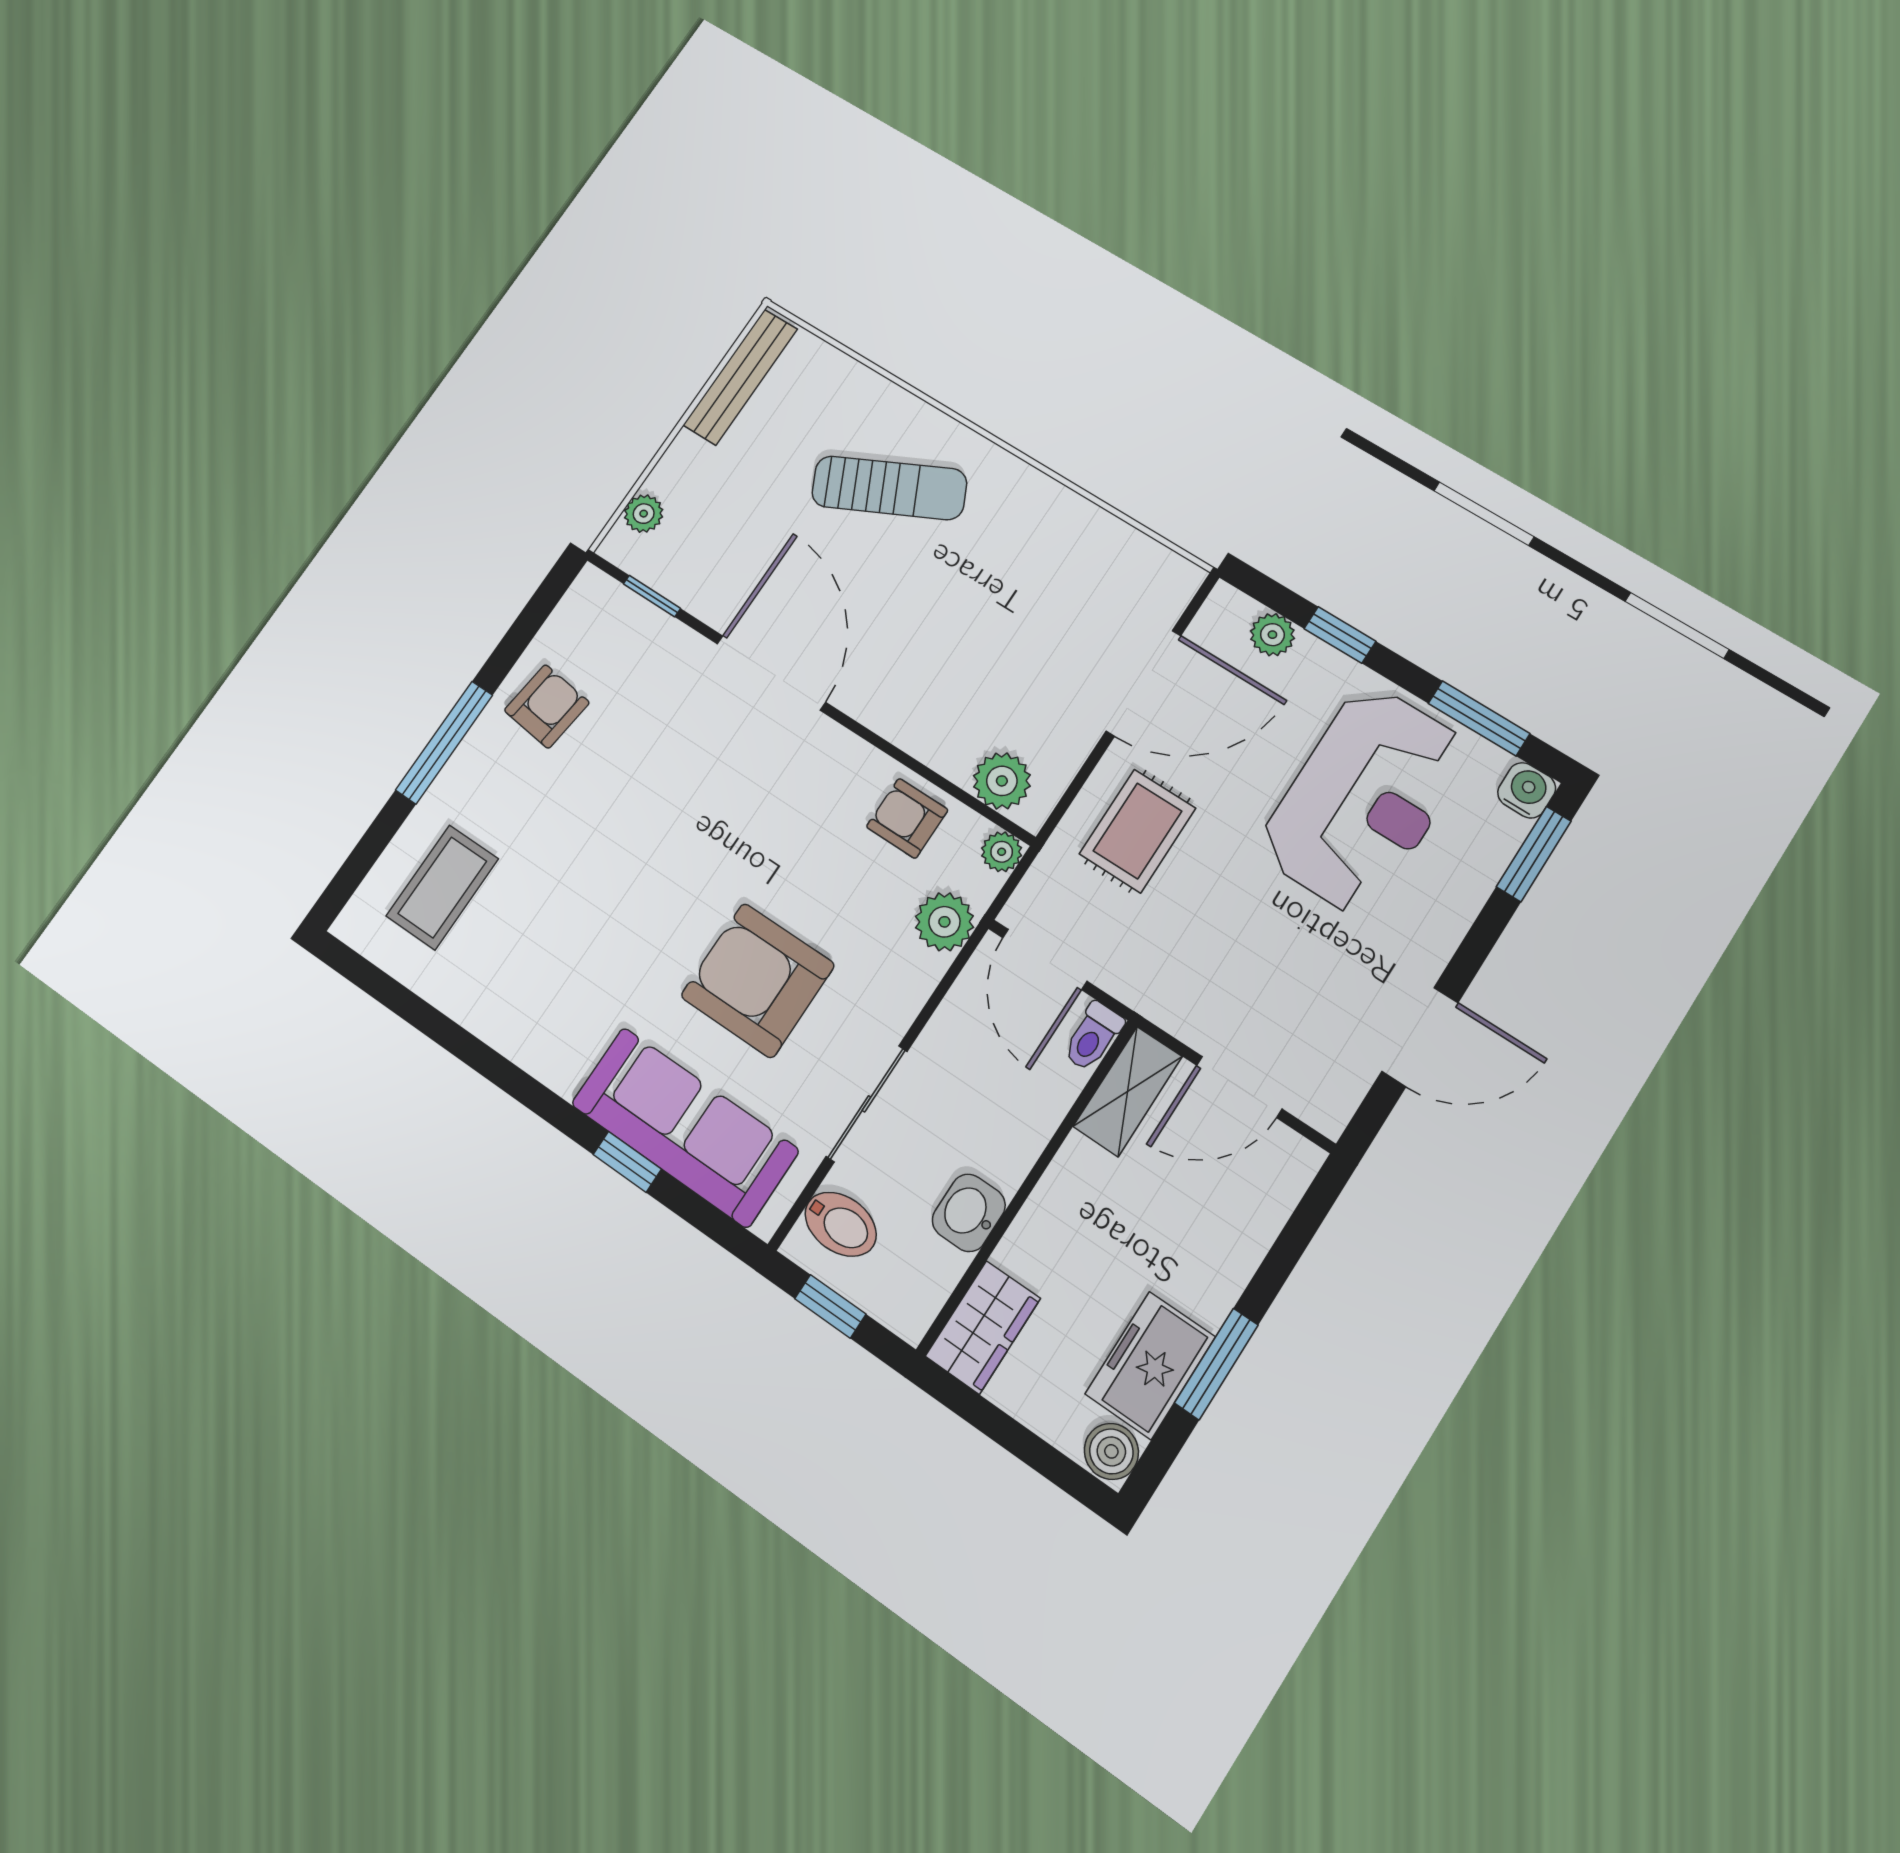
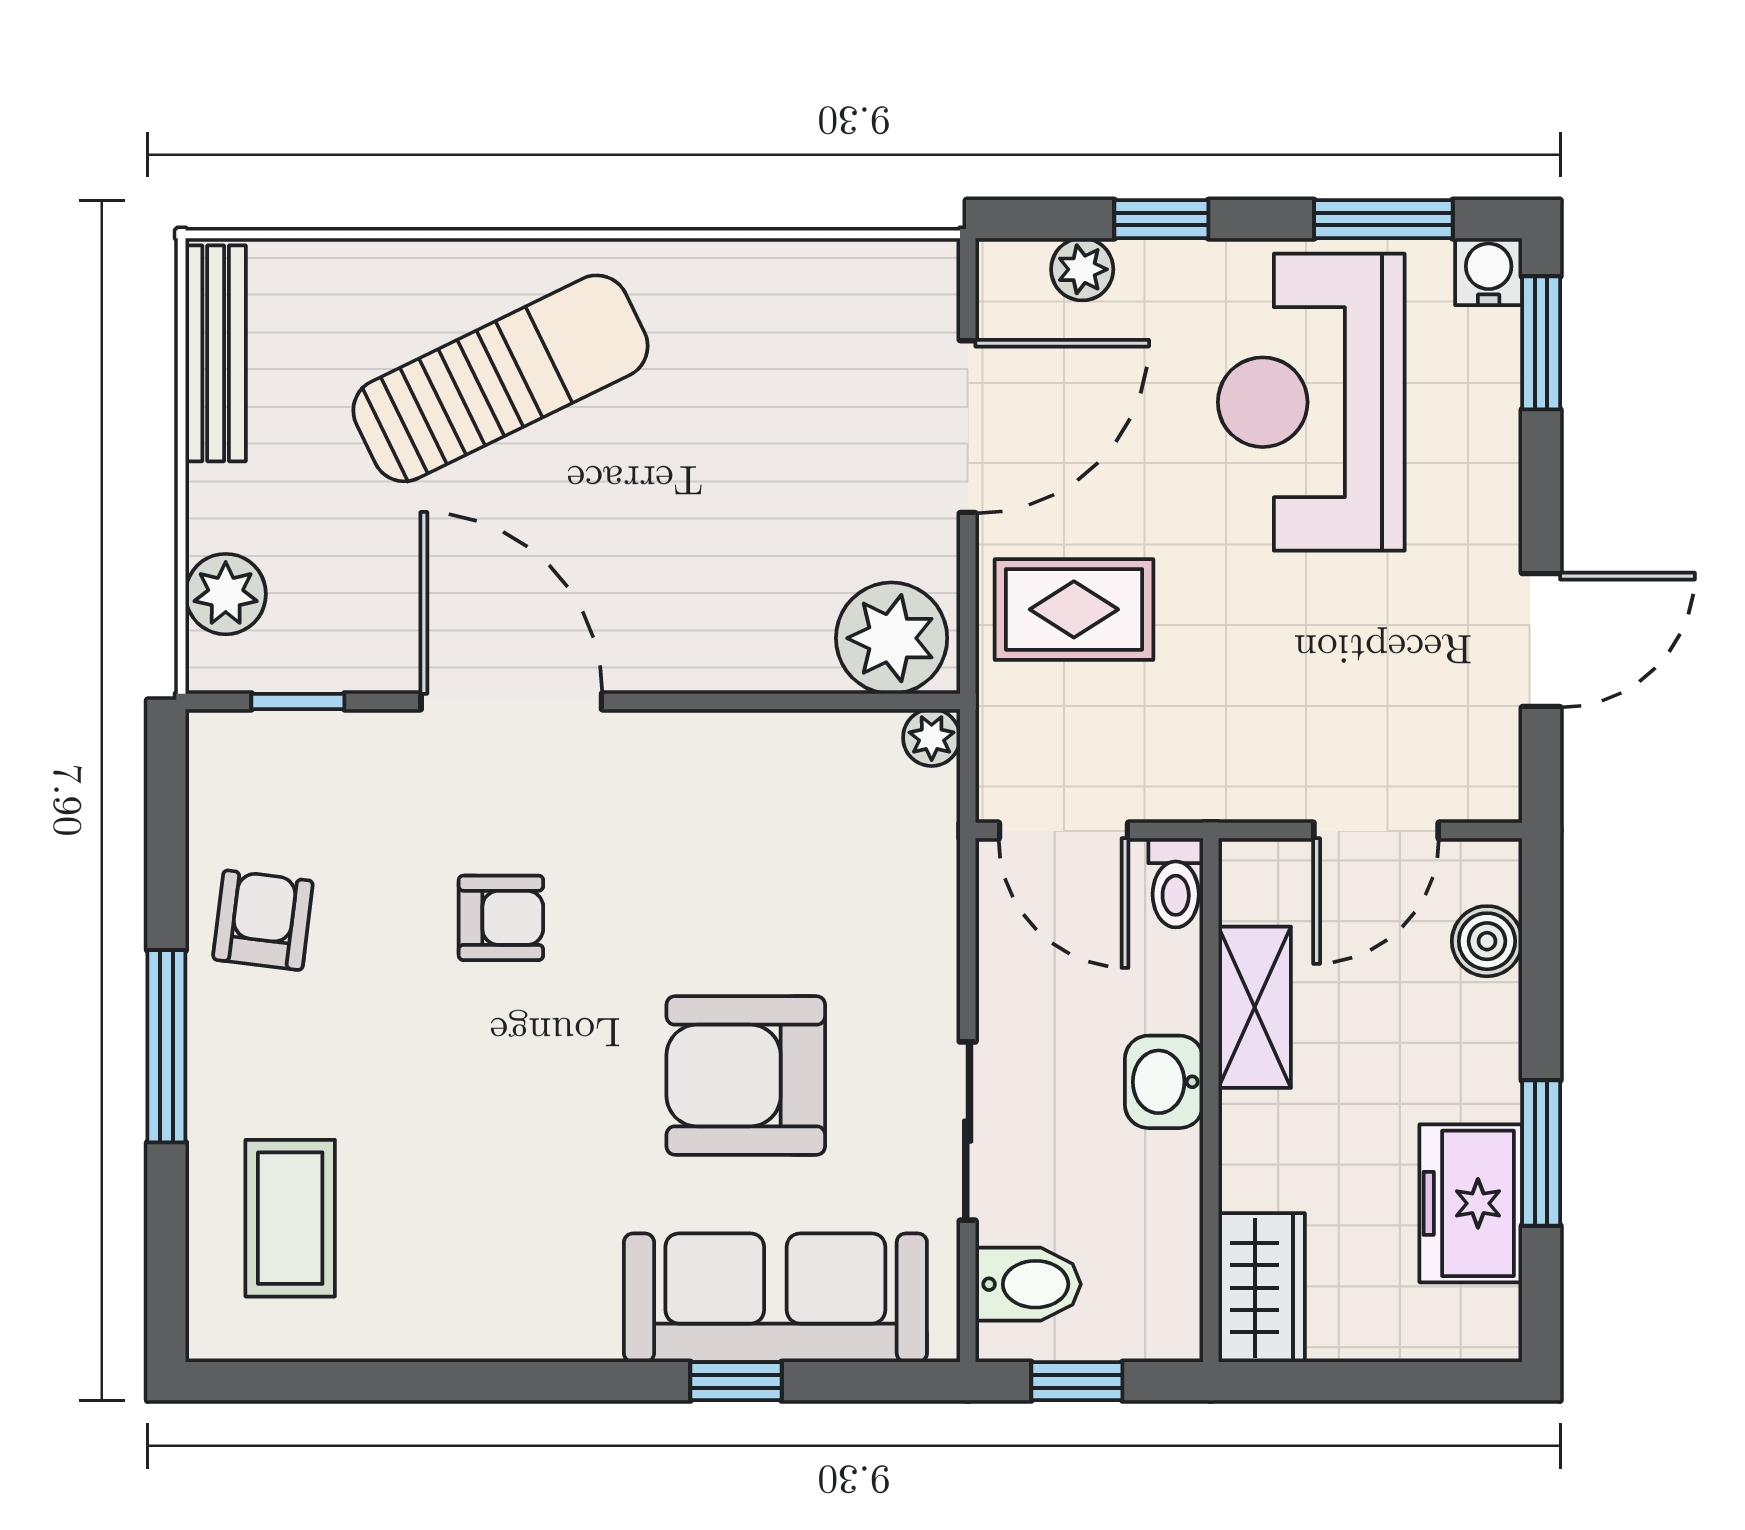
sun lounger: (889, 488) -> (500, 378), width x1.36, depth x1.34
plant: (644, 514) -> (226, 594), width x1.38, depth x1.38
plant: (1002, 781) -> (892, 638), width x1.36, depth x1.36
reception desk: (1364, 799) -> (1311, 402), turned 180
armchair: (907, 818) -> (501, 918), moved, turned 180
rug: (1138, 831) -> (1074, 609), turned 90
plant: (944, 922) -> (919, 863), removed
shelving: (1128, 1091) -> (1255, 1007), moved
washbasin: (969, 1213) -> (1164, 1082), moved
boiler: (1111, 1451) -> (1487, 941), moved

